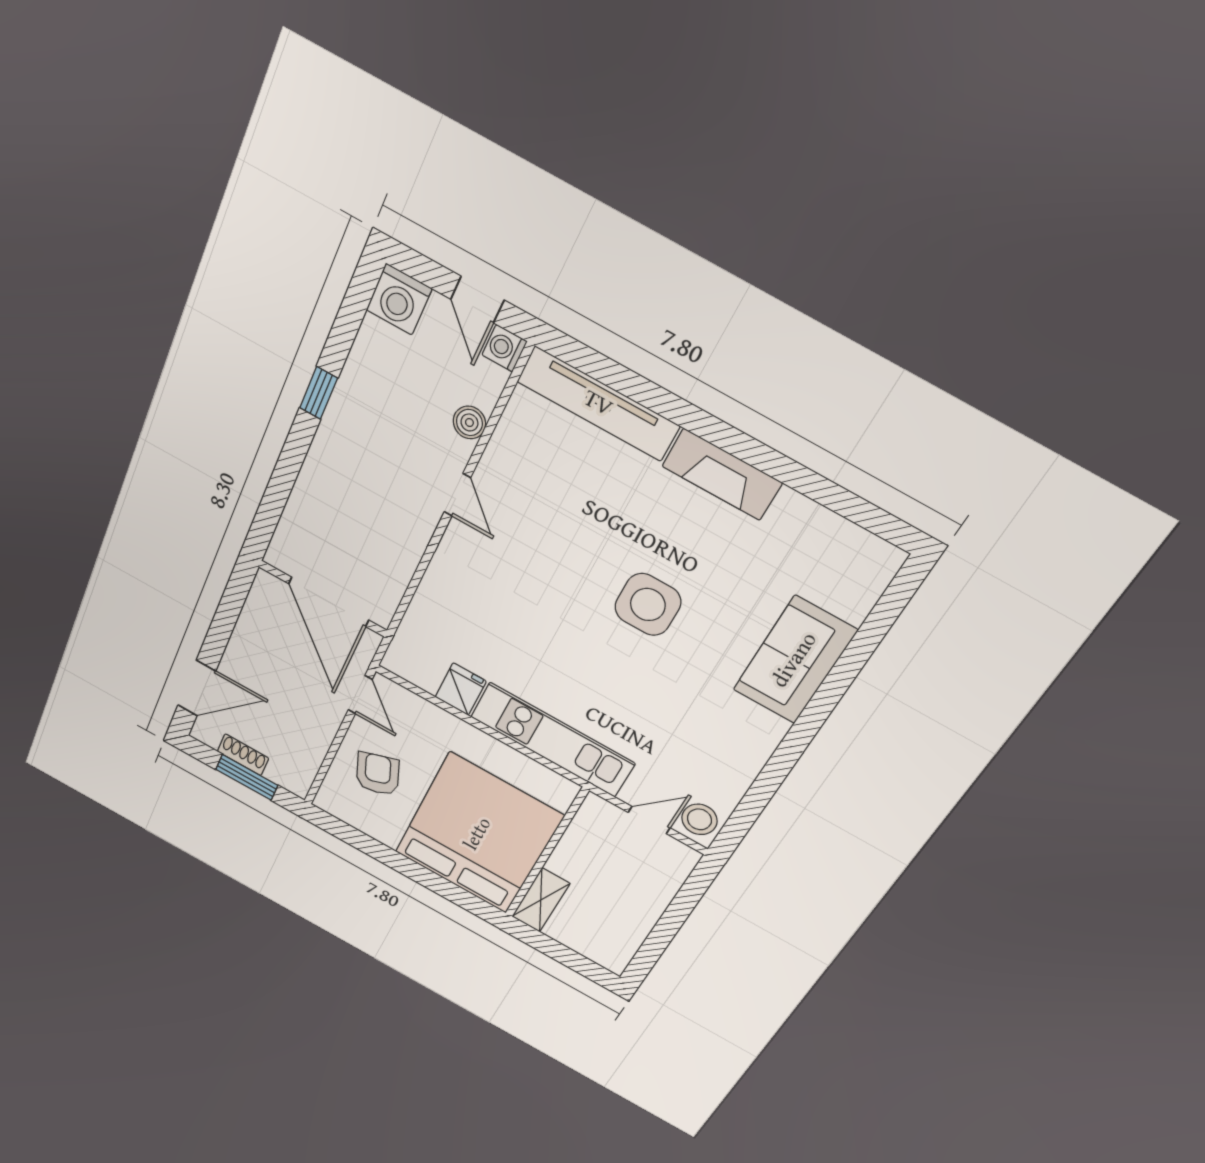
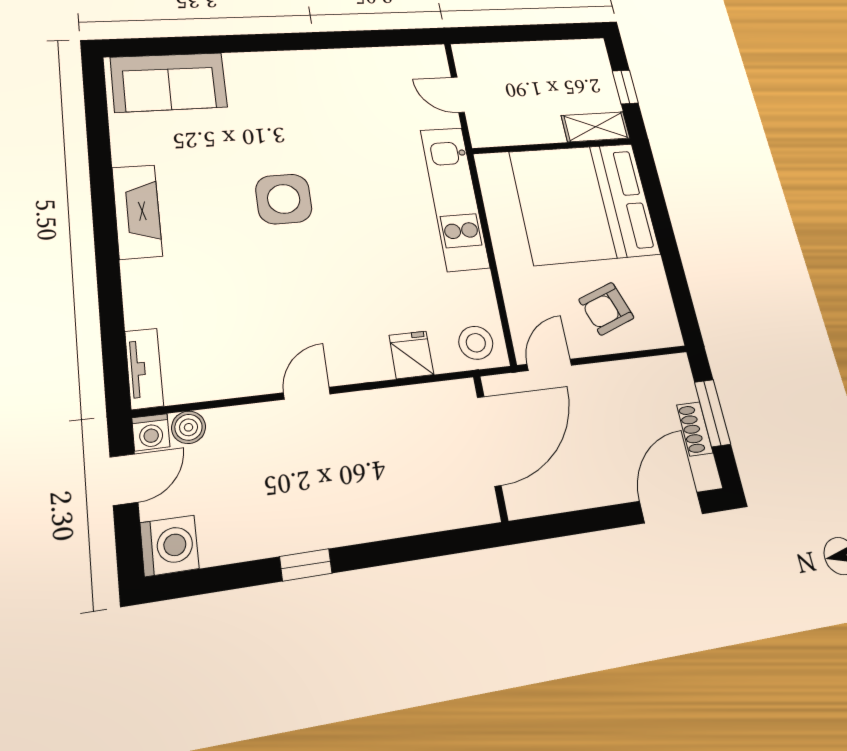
tv unit: (598, 404) -> (144, 368), width x0.52, depth x0.78
boiler: (469, 423) -> (189, 427), moved
sofa: (795, 660) -> (169, 82), moved
door: (197, 688) -> (671, 507), hinge flipped
fridge: (461, 689) -> (411, 355), moved, turned 90
stool: (699, 819) -> (476, 343), moved
window: (561, 954) -> (625, 87), added

